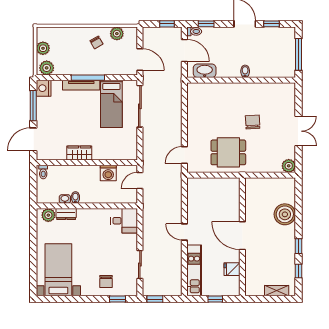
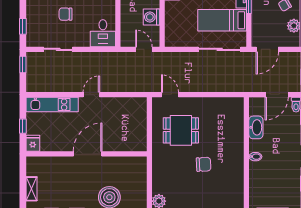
washbasin: (205, 71) -> (256, 127), moved
dining table: (228, 152) -> (181, 130), moved, turned 90
fridge: (232, 269) -> (33, 143), moved
chair: (106, 282) -> (65, 14), moved

